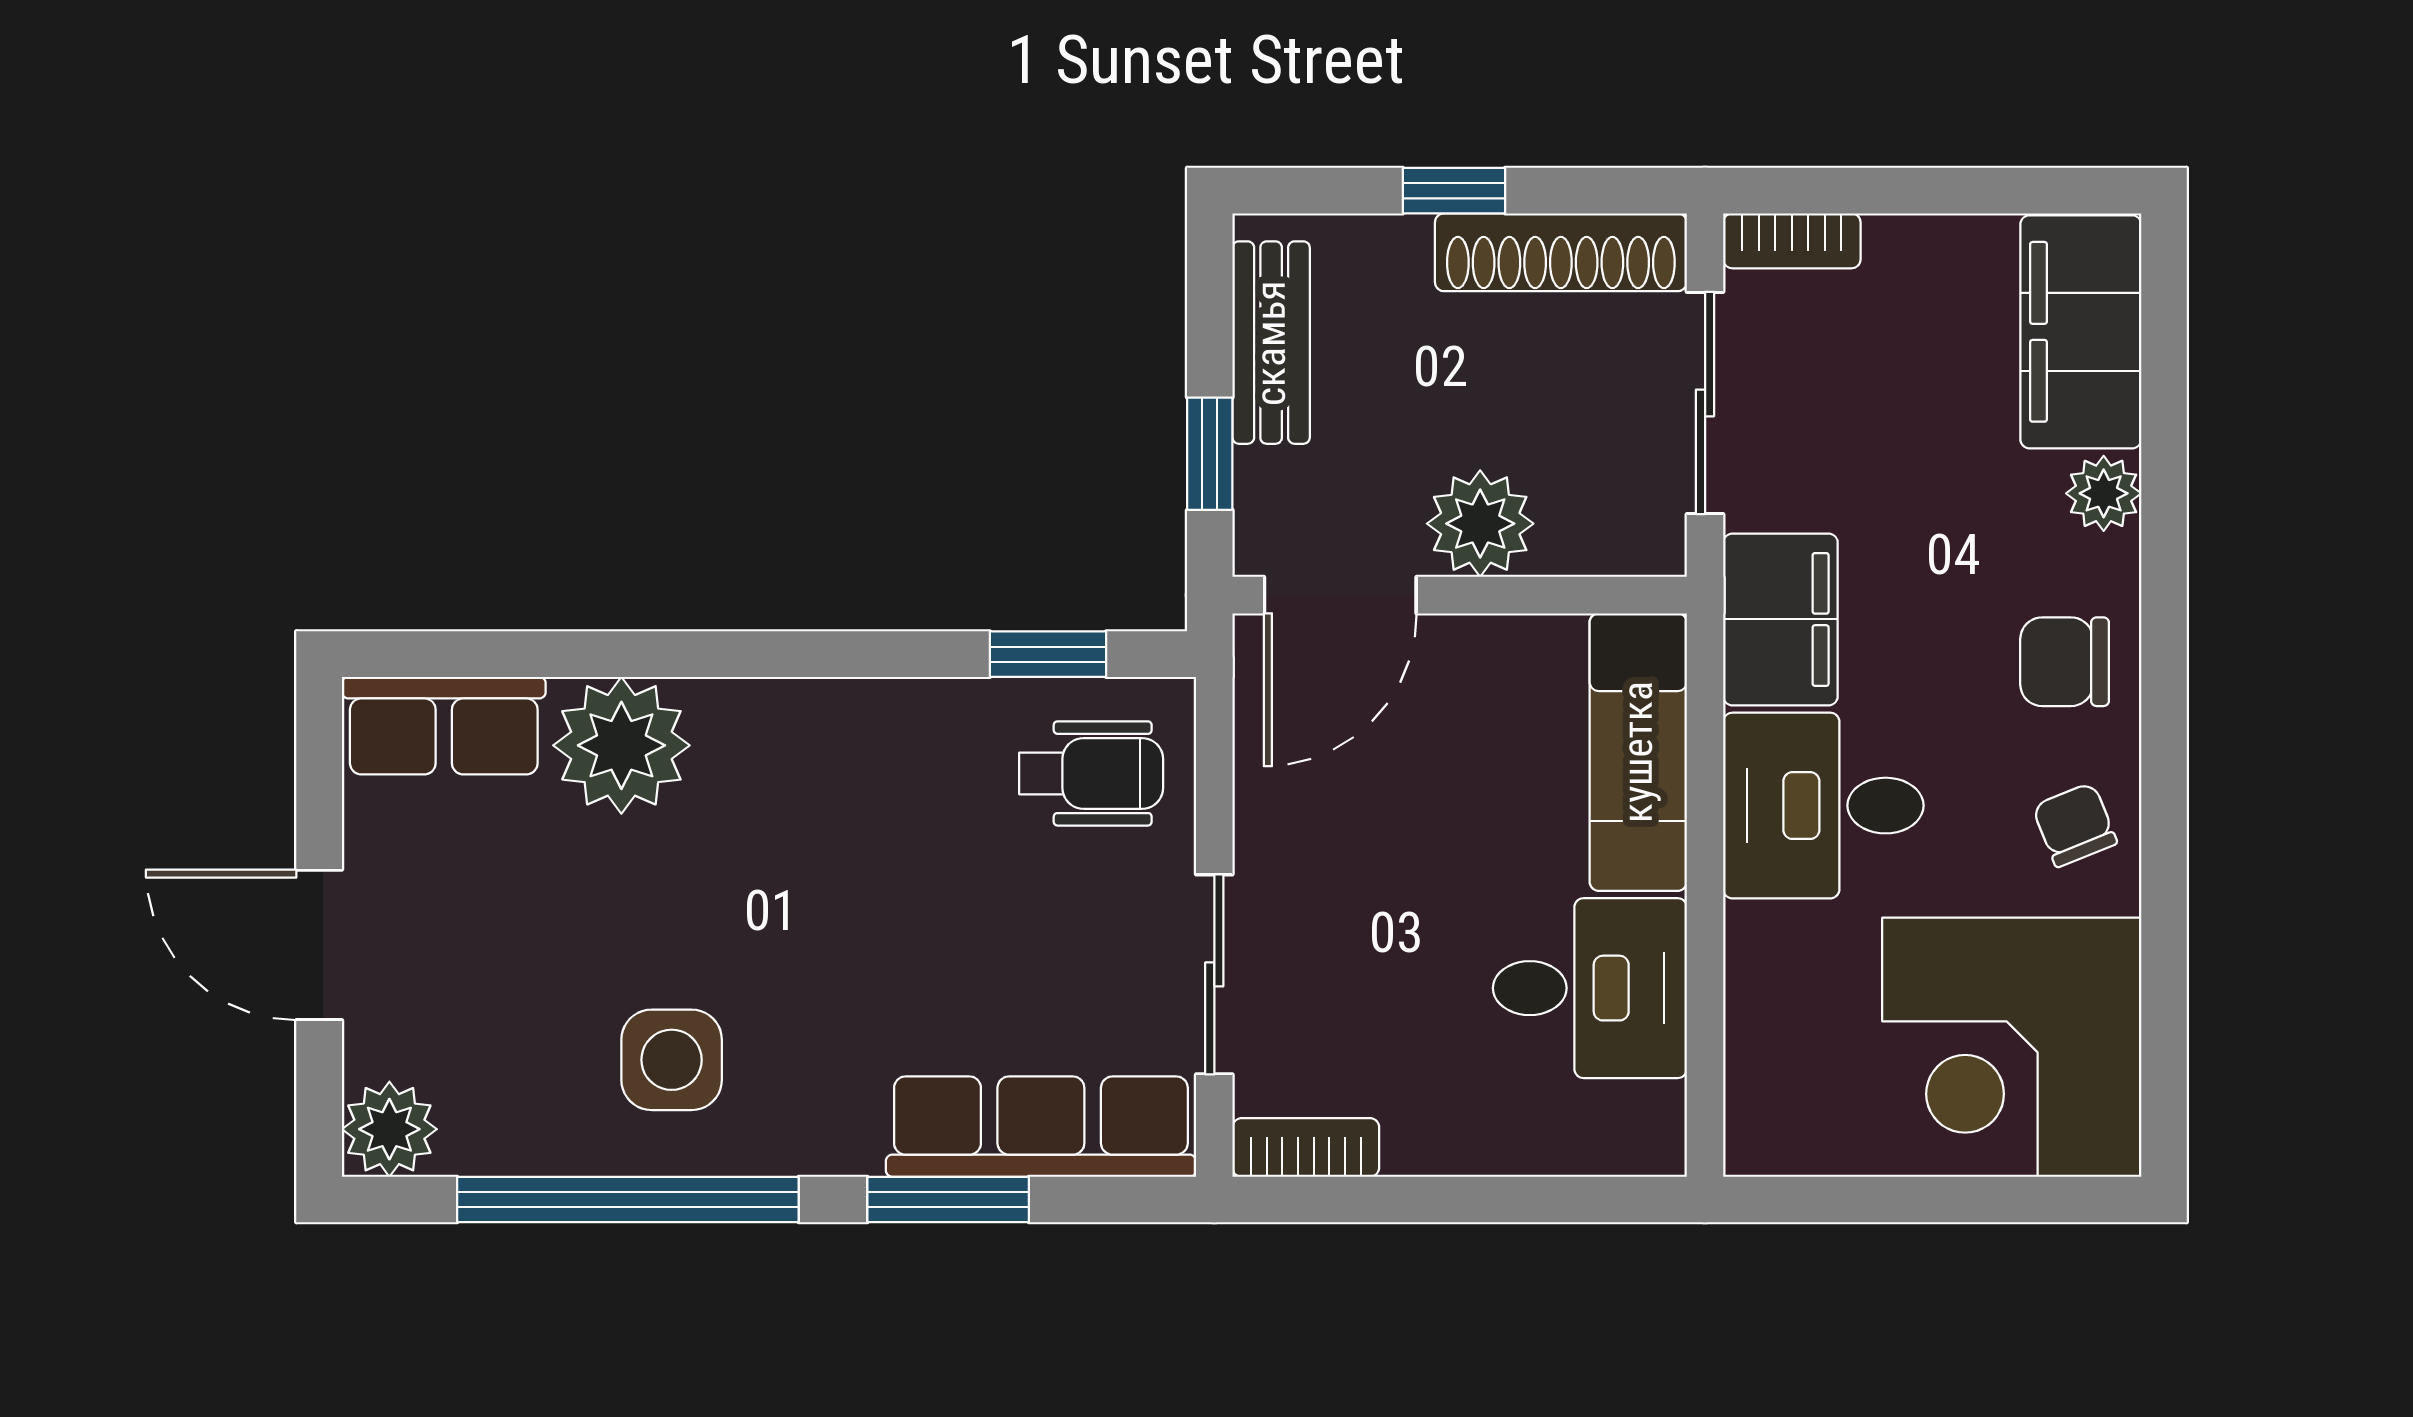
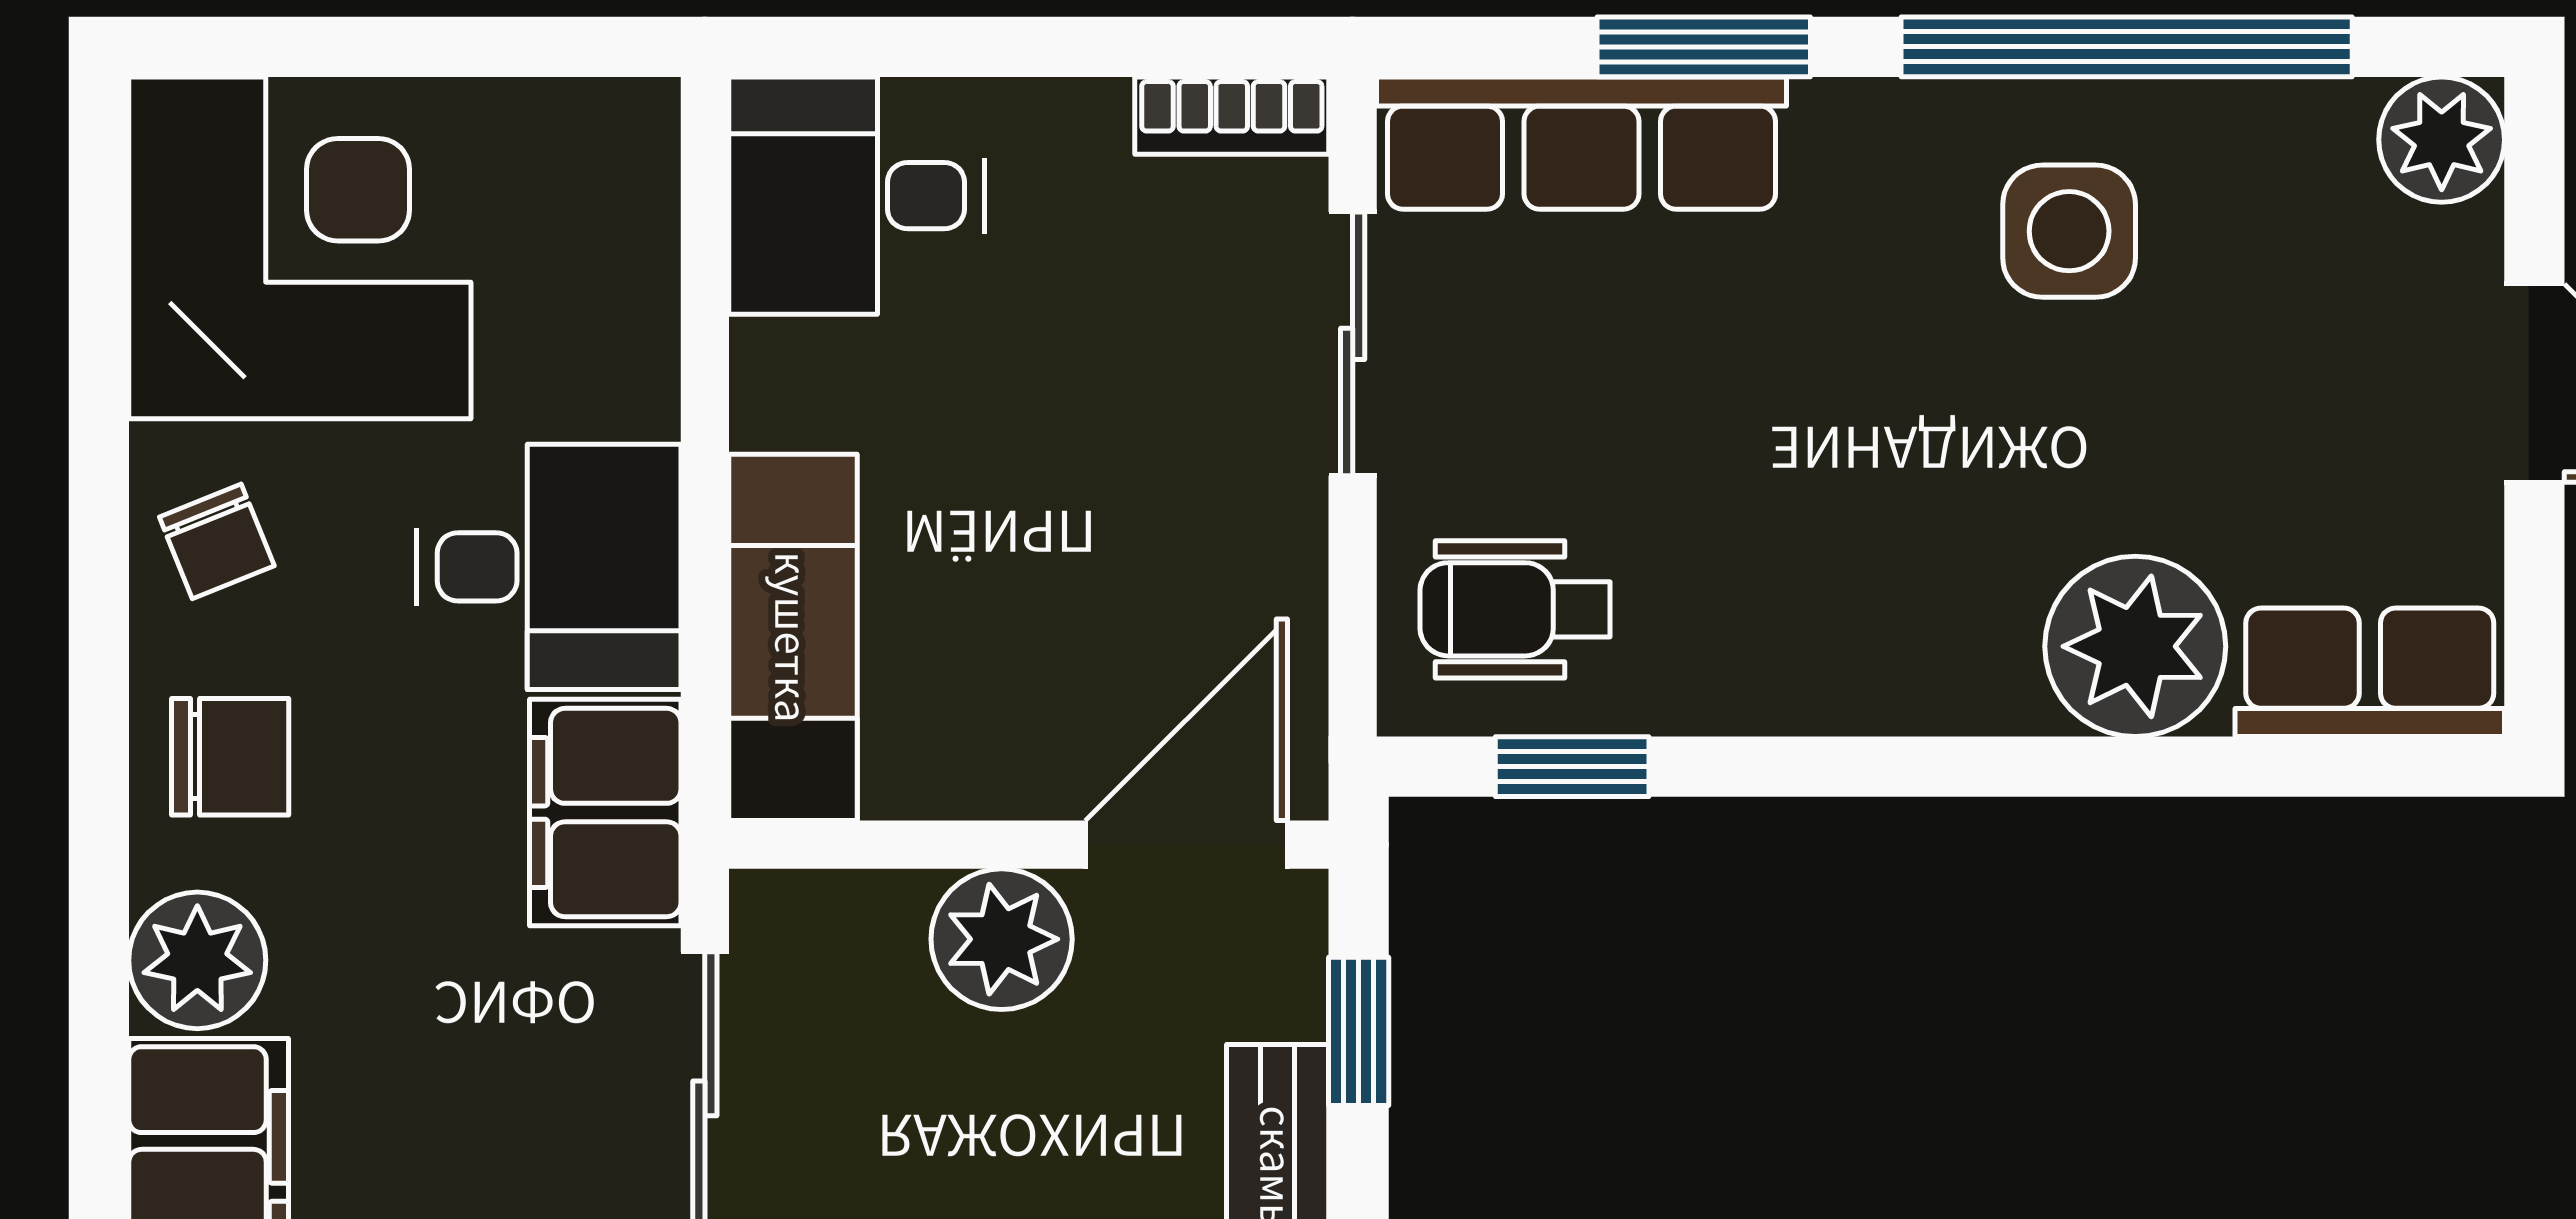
plant: (2104, 493) -> (197, 960), width x1.38, depth x1.38
desk: (1590, 988) -> (857, 196), moved

